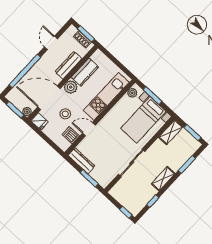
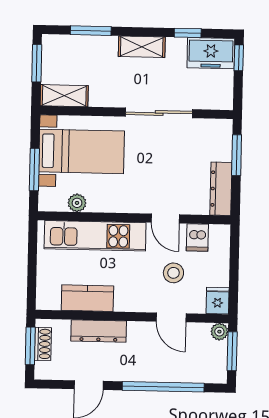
plant: (71, 87) -> (128, 299), removed
plant: (132, 93) -> (77, 203), moved
door: (49, 98) -> (171, 317), width x0.53
freezer: (137, 203) -> (211, 53), added

